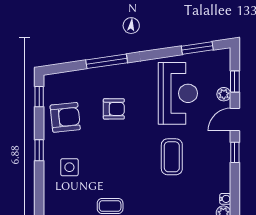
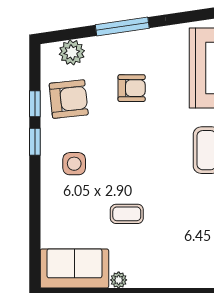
plant: (68, 81) -> (72, 52), added
window: (39, 97) -> (35, 104), moved

